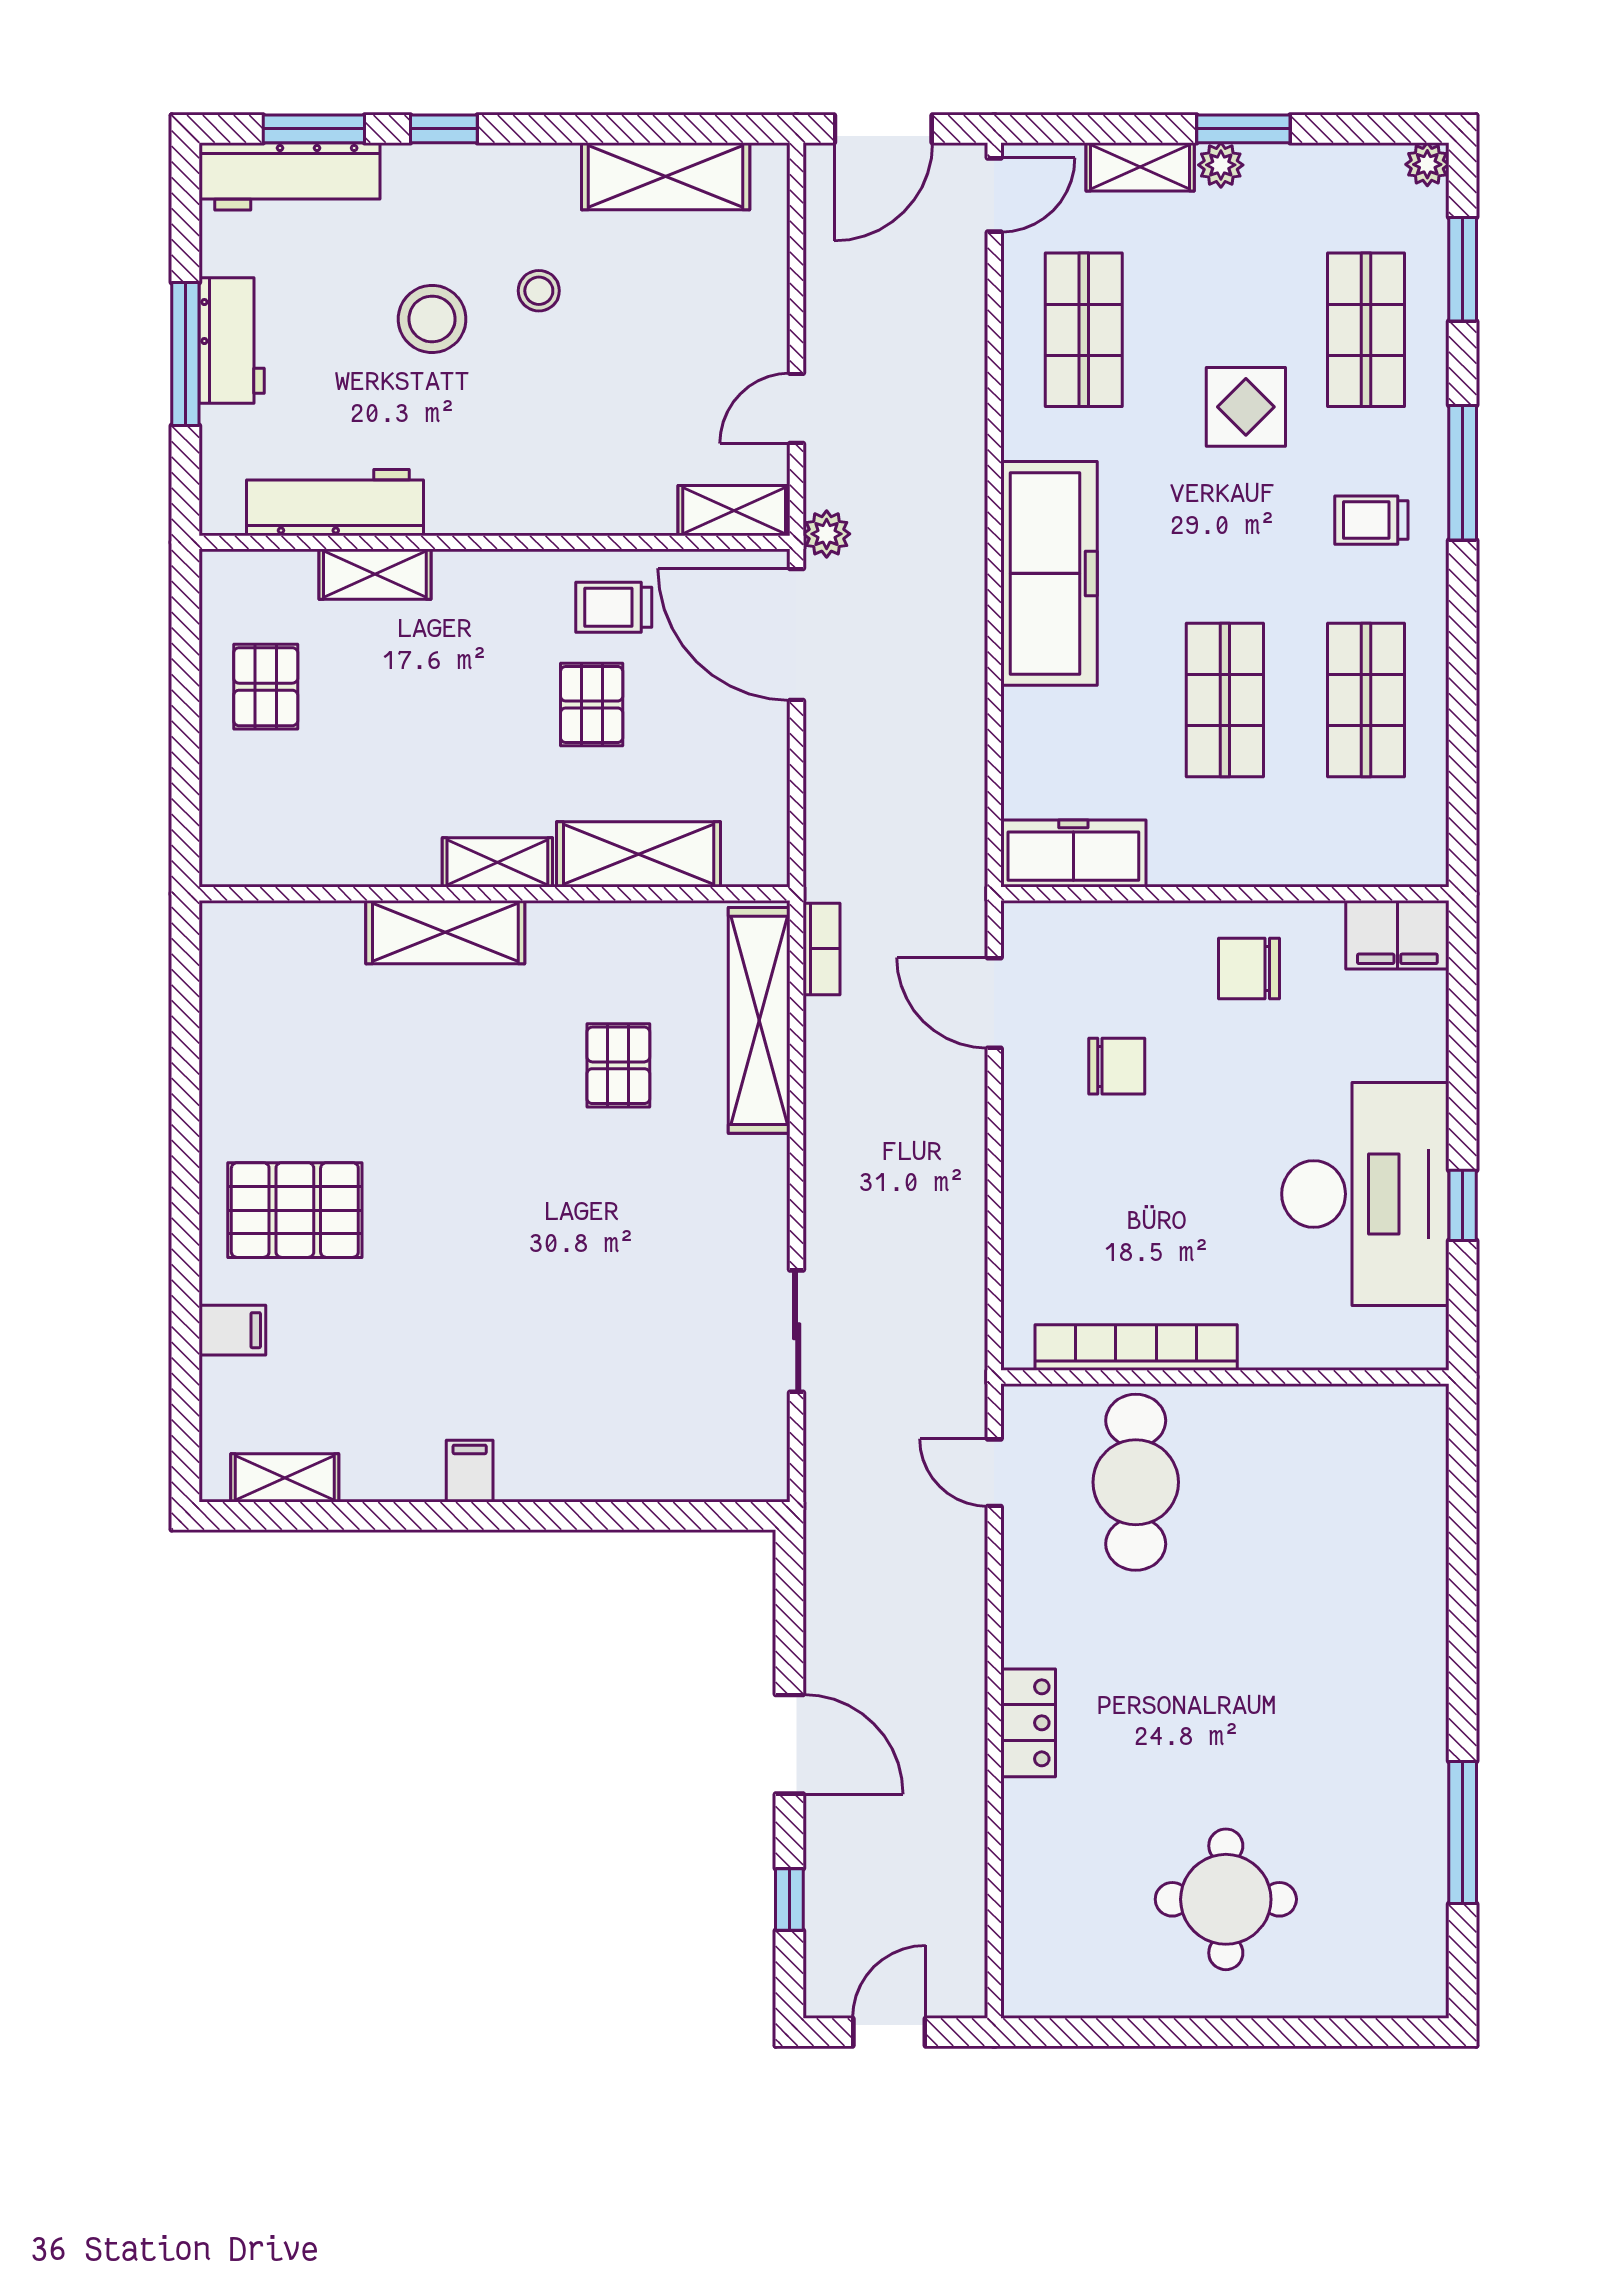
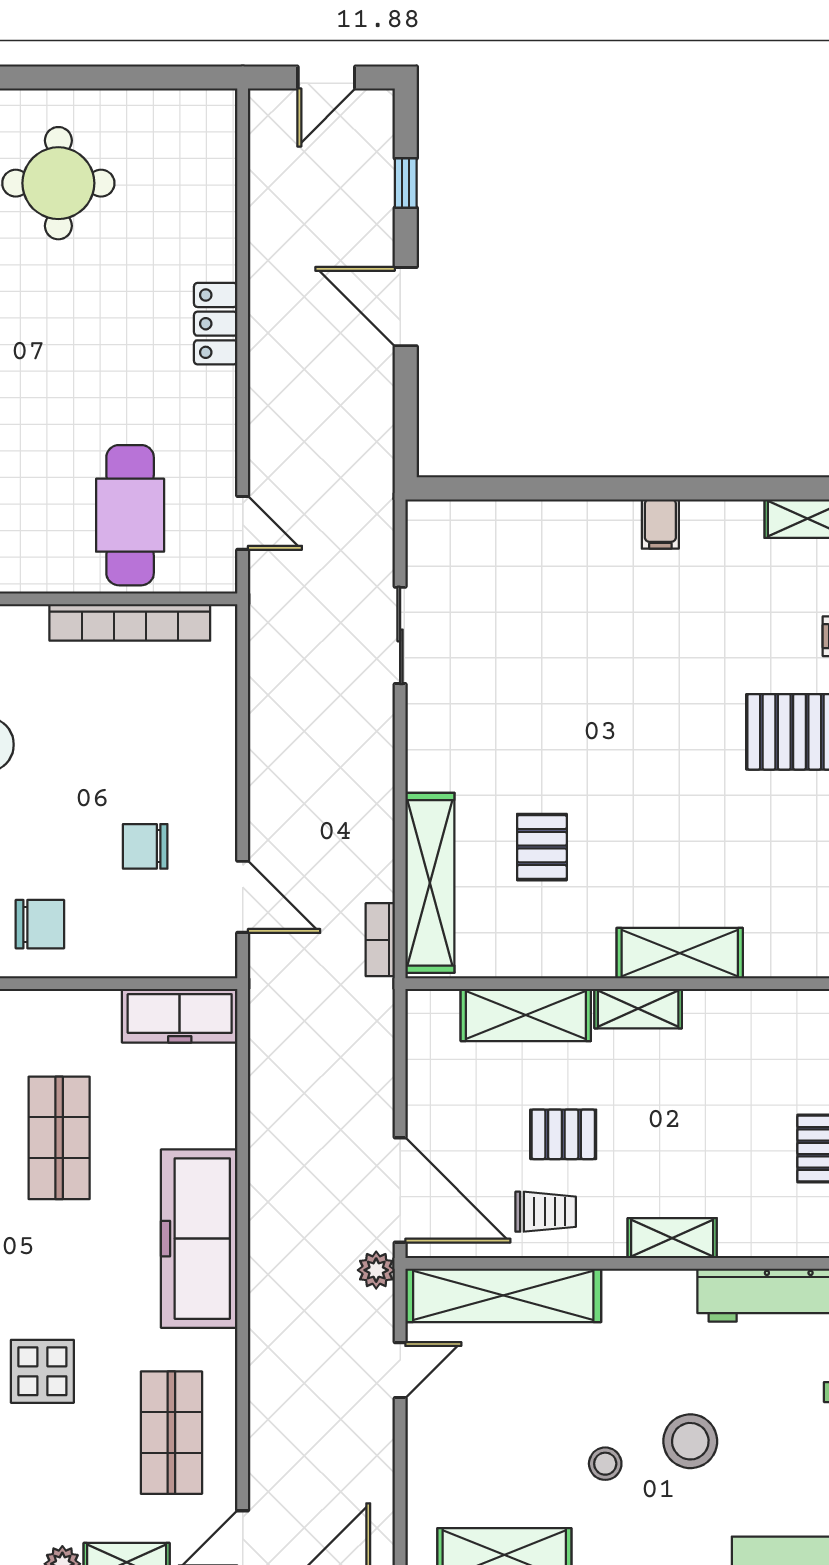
shelving: (734, 511) -> (503, 1295), width x2.20, depth x1.33
shelving: (375, 574) -> (672, 1238), moved
pallet: (592, 705) -> (563, 1134), turned 90

